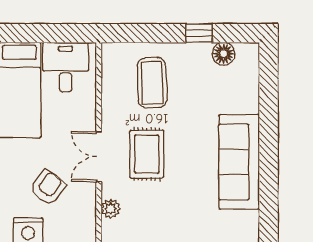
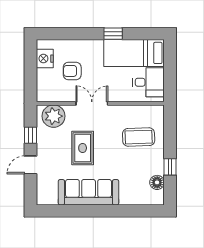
rug: (147, 154) -> (83, 148), moved, turned 90
armchair: (48, 188) -> (72, 71), turned 144
plant: (111, 209) -> (54, 116), width x1.88, depth x1.88

